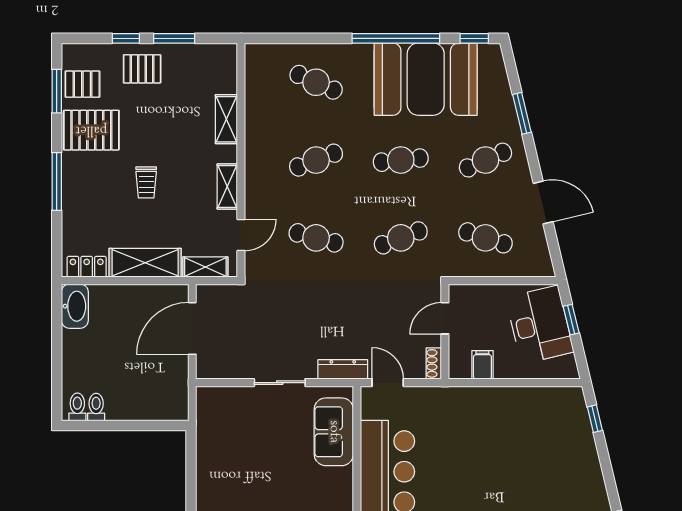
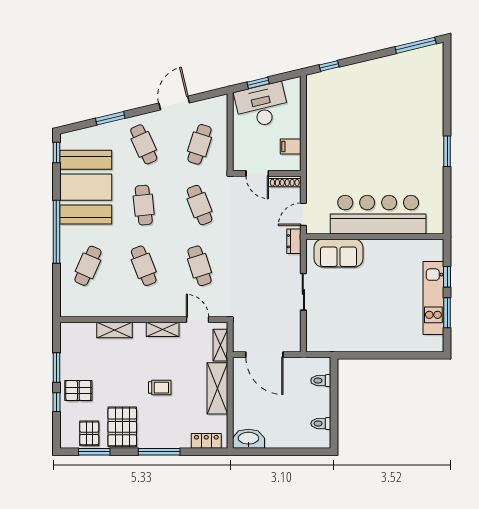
window: (396, 38) -> (56, 232), moved
pallet: (142, 69) -> (78, 391), turned 90
cafe table: (316, 238) -> (200, 266), turned -33
locker: (87, 267) -> (206, 441), moved, turned 90
shoe rack: (434, 363) -> (285, 181), width x1.43
dresser: (343, 369) -> (294, 241), width x0.70
toilet: (77, 407) -> (321, 381), moved

